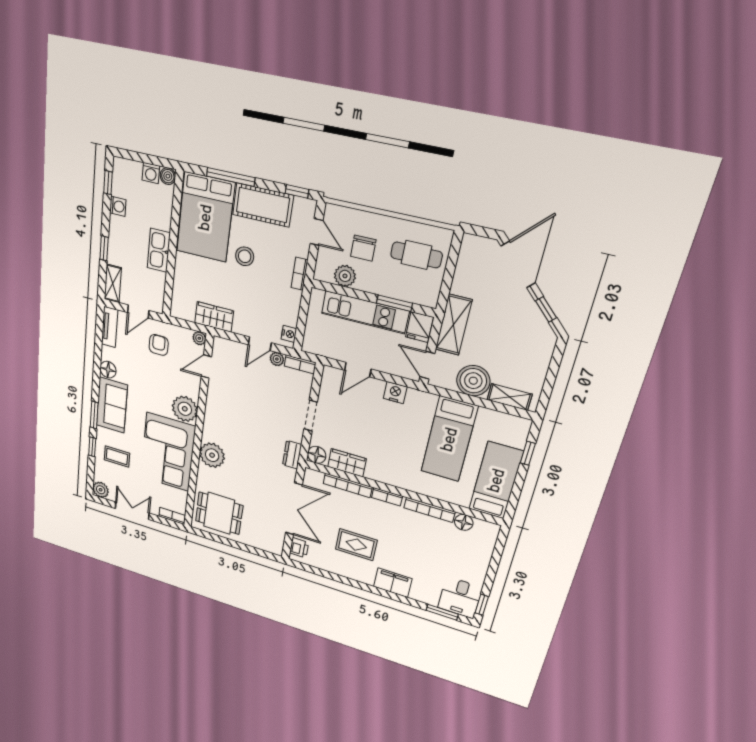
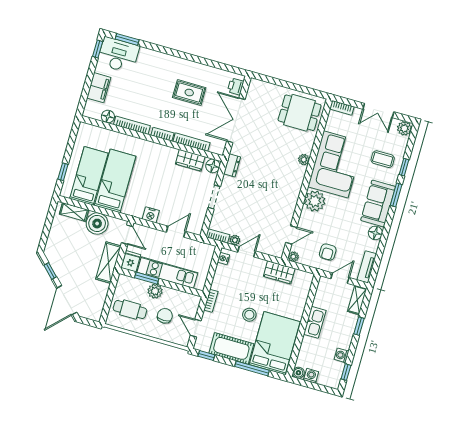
plant: (345, 276) -> (155, 291), moved
plant: (212, 455) -> (304, 160), width x0.53, depth x0.53
bed: (496, 480) -> (89, 176), moved, turned 180
filing cabinet: (393, 583) -> (99, 88), moved, turned -90
desk: (460, 598) -> (118, 55), width x1.37

